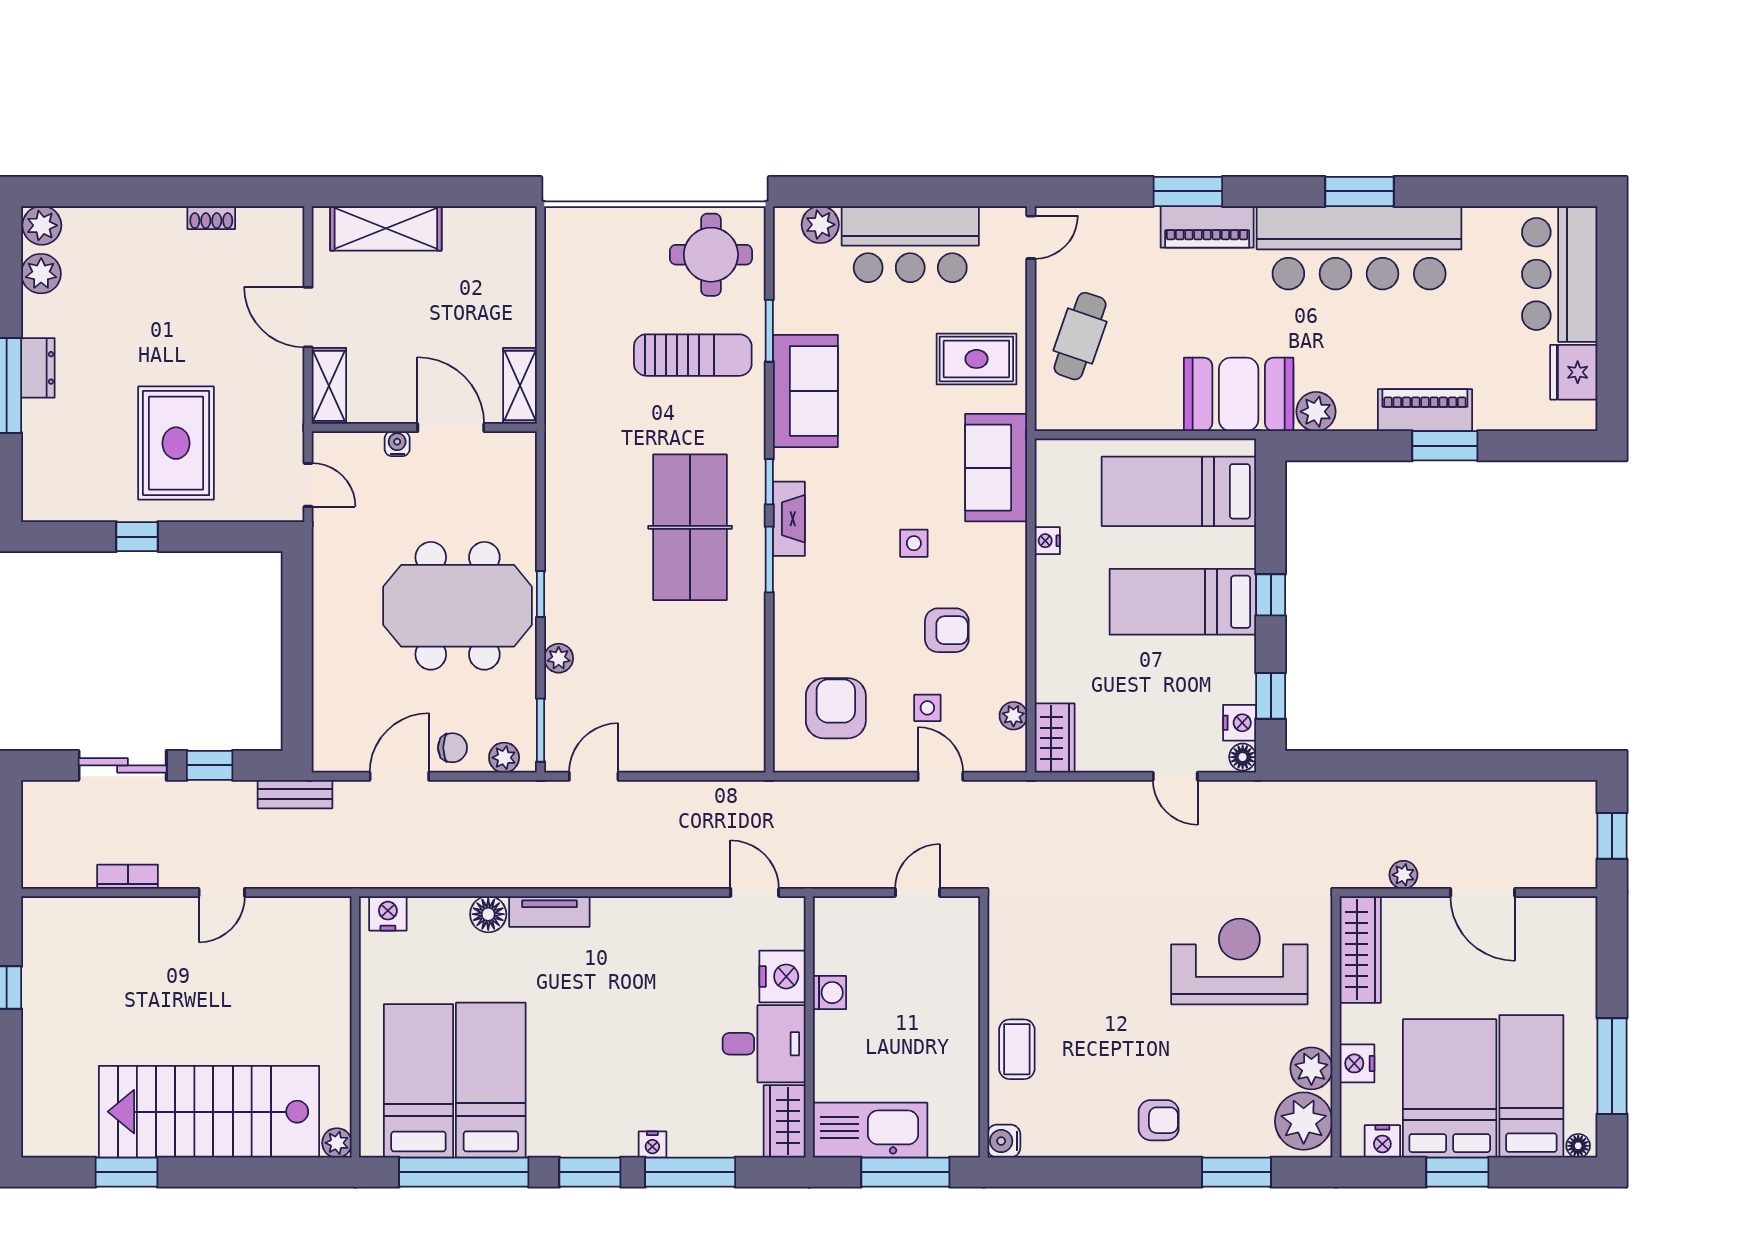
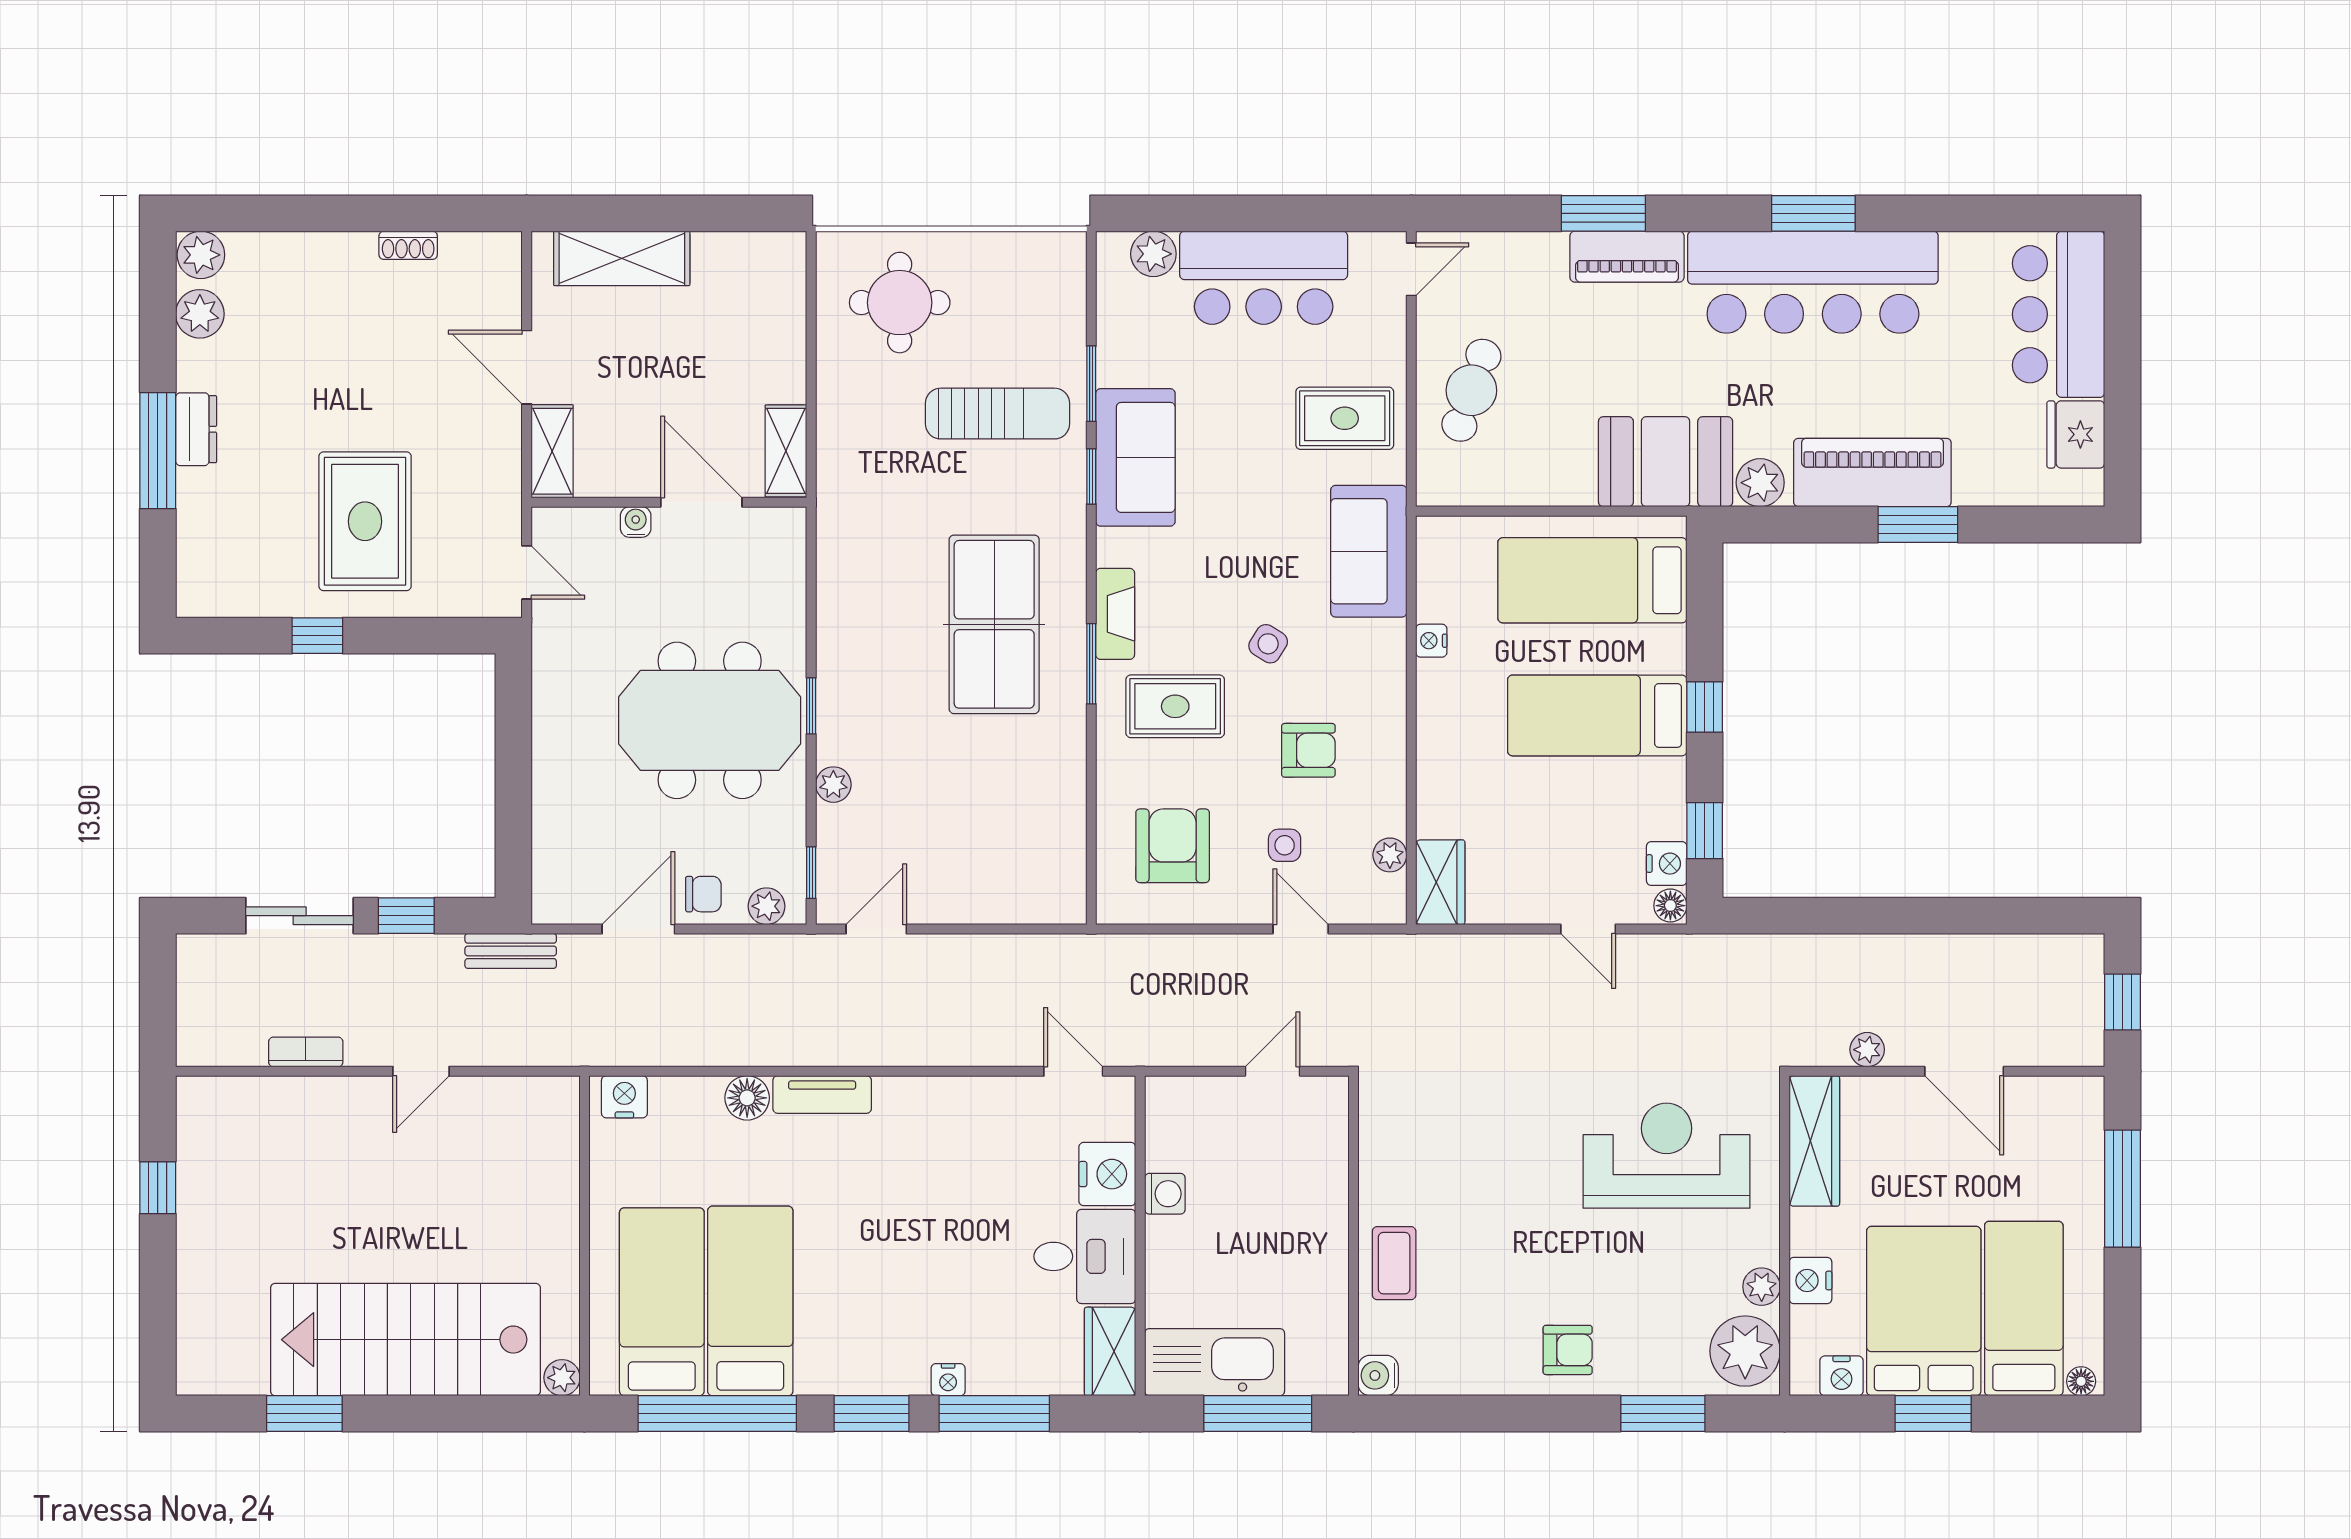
round table: (711, 255) -> (900, 303), moved
piano: (1425, 410) -> (1872, 472), width x1.37, depth x1.33
window: (769, 482) -> (1091, 476), moved
side table: (914, 543) -> (1268, 644), turned 32
rug: (838, 594) -> (1175, 706), added
window: (541, 730) -> (811, 873), width x0.67
window: (1612, 1066) -> (2122, 1189), moved
plant: (1311, 1068) -> (1762, 1287), width x0.73, depth x0.73

